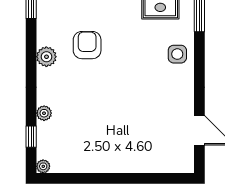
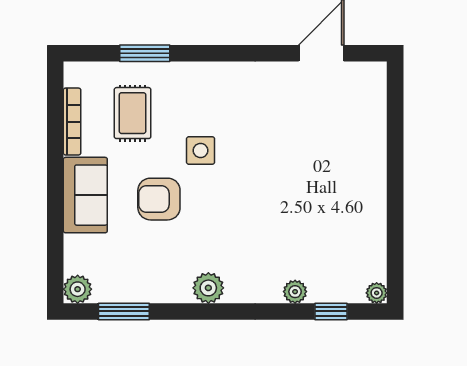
armchair: (87, 45) -> (159, 199), moved
side table: (177, 54) -> (201, 150), moved

